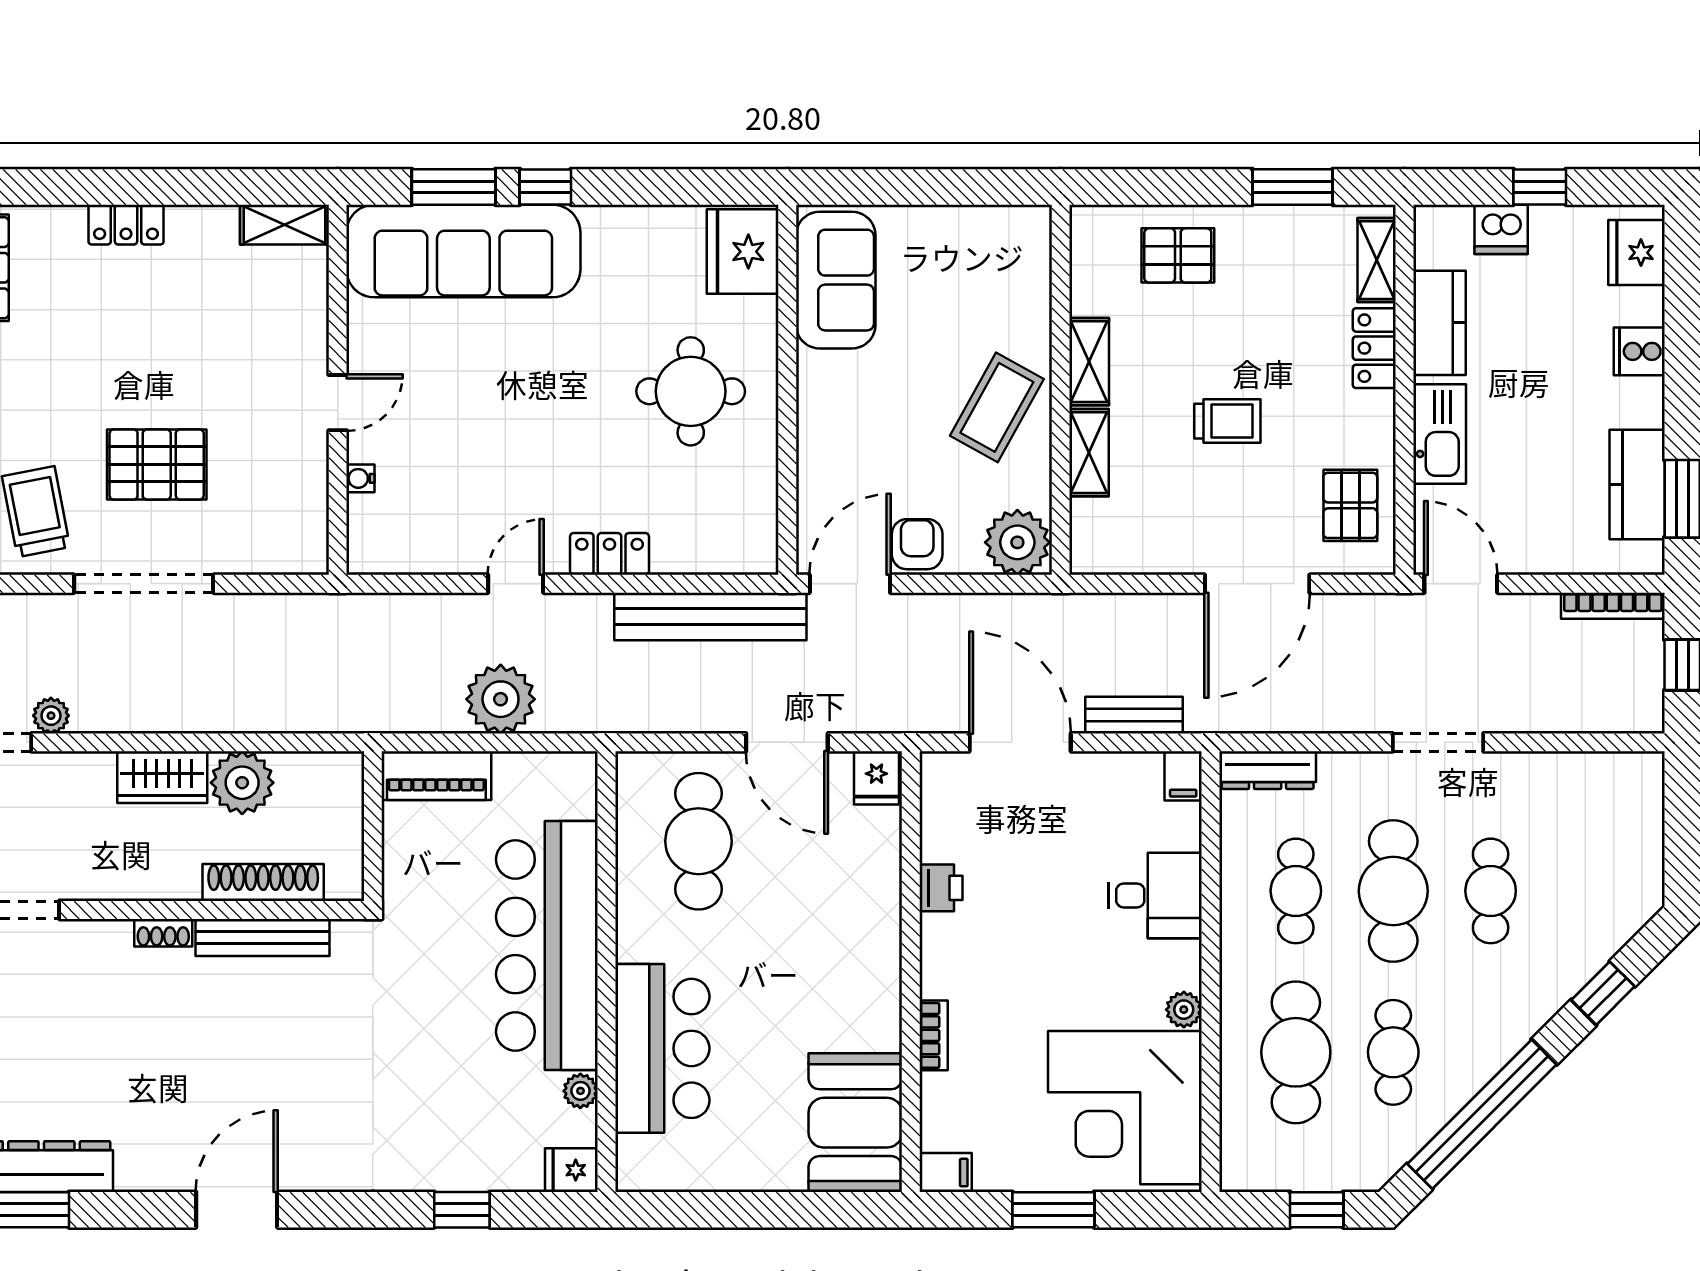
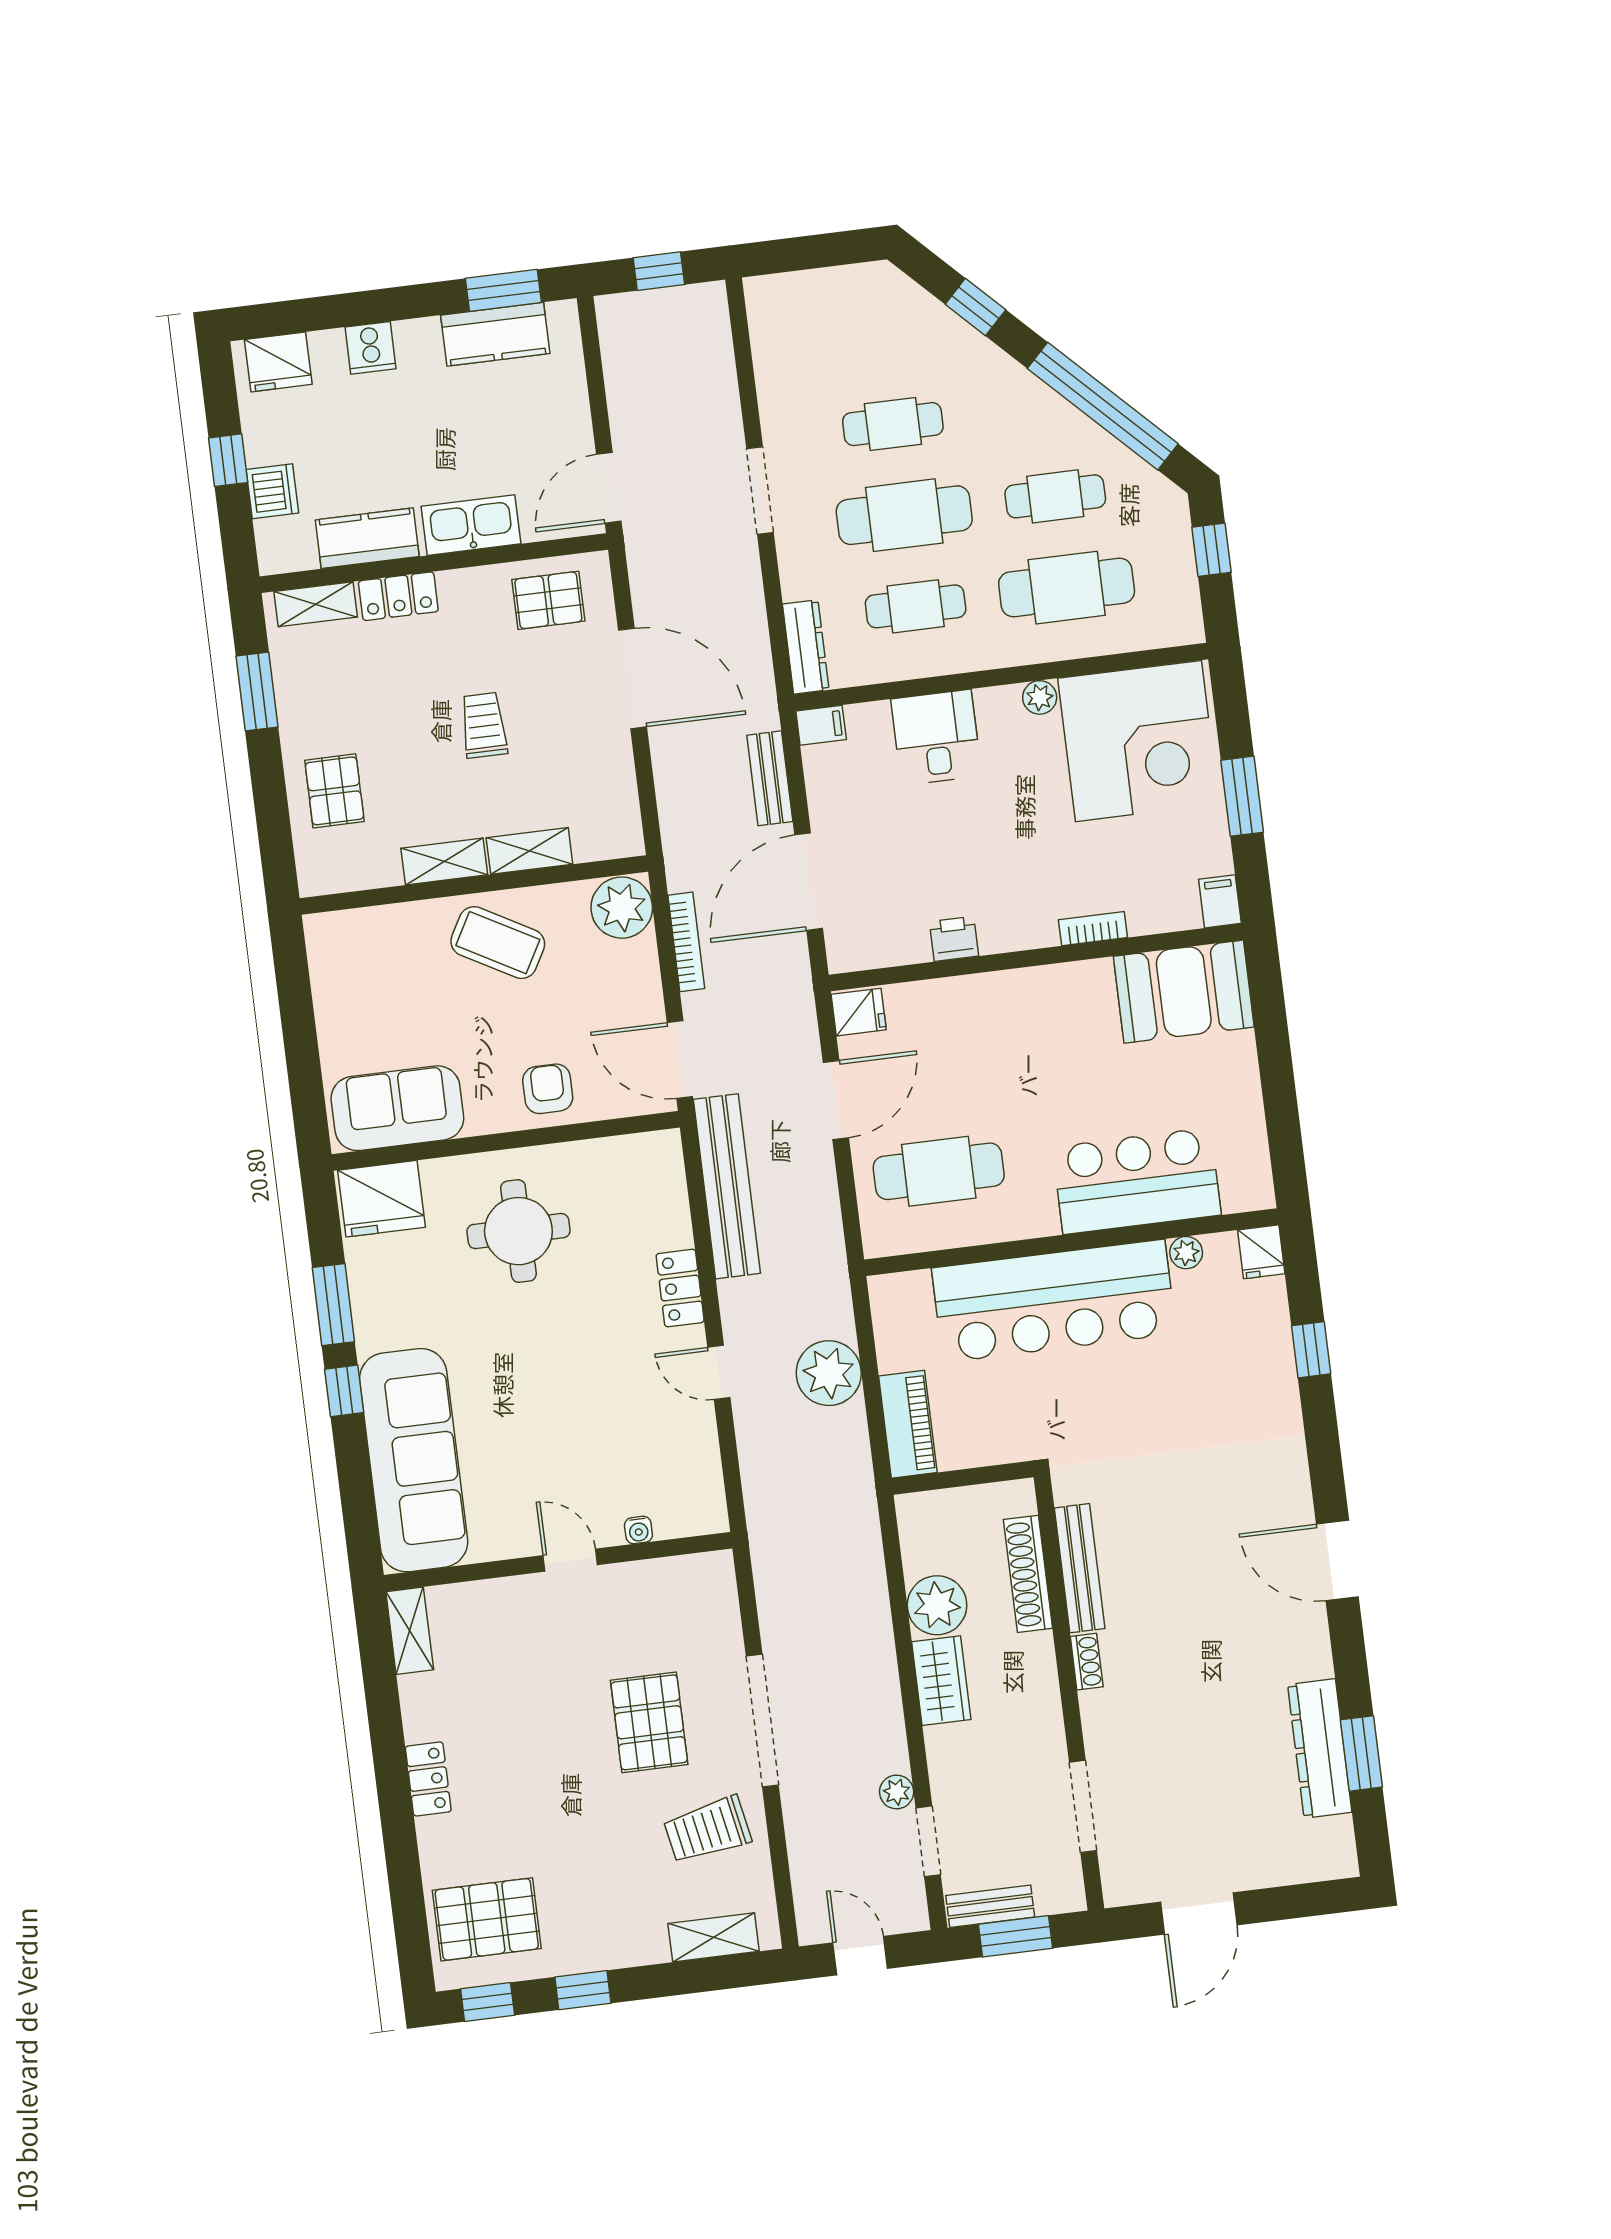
window: (454, 187) -> (333, 1305), moved
armchair: (917, 544) -> (548, 1089), moved, turned 90
bookcase: (1613, 606) -> (686, 942), moved

